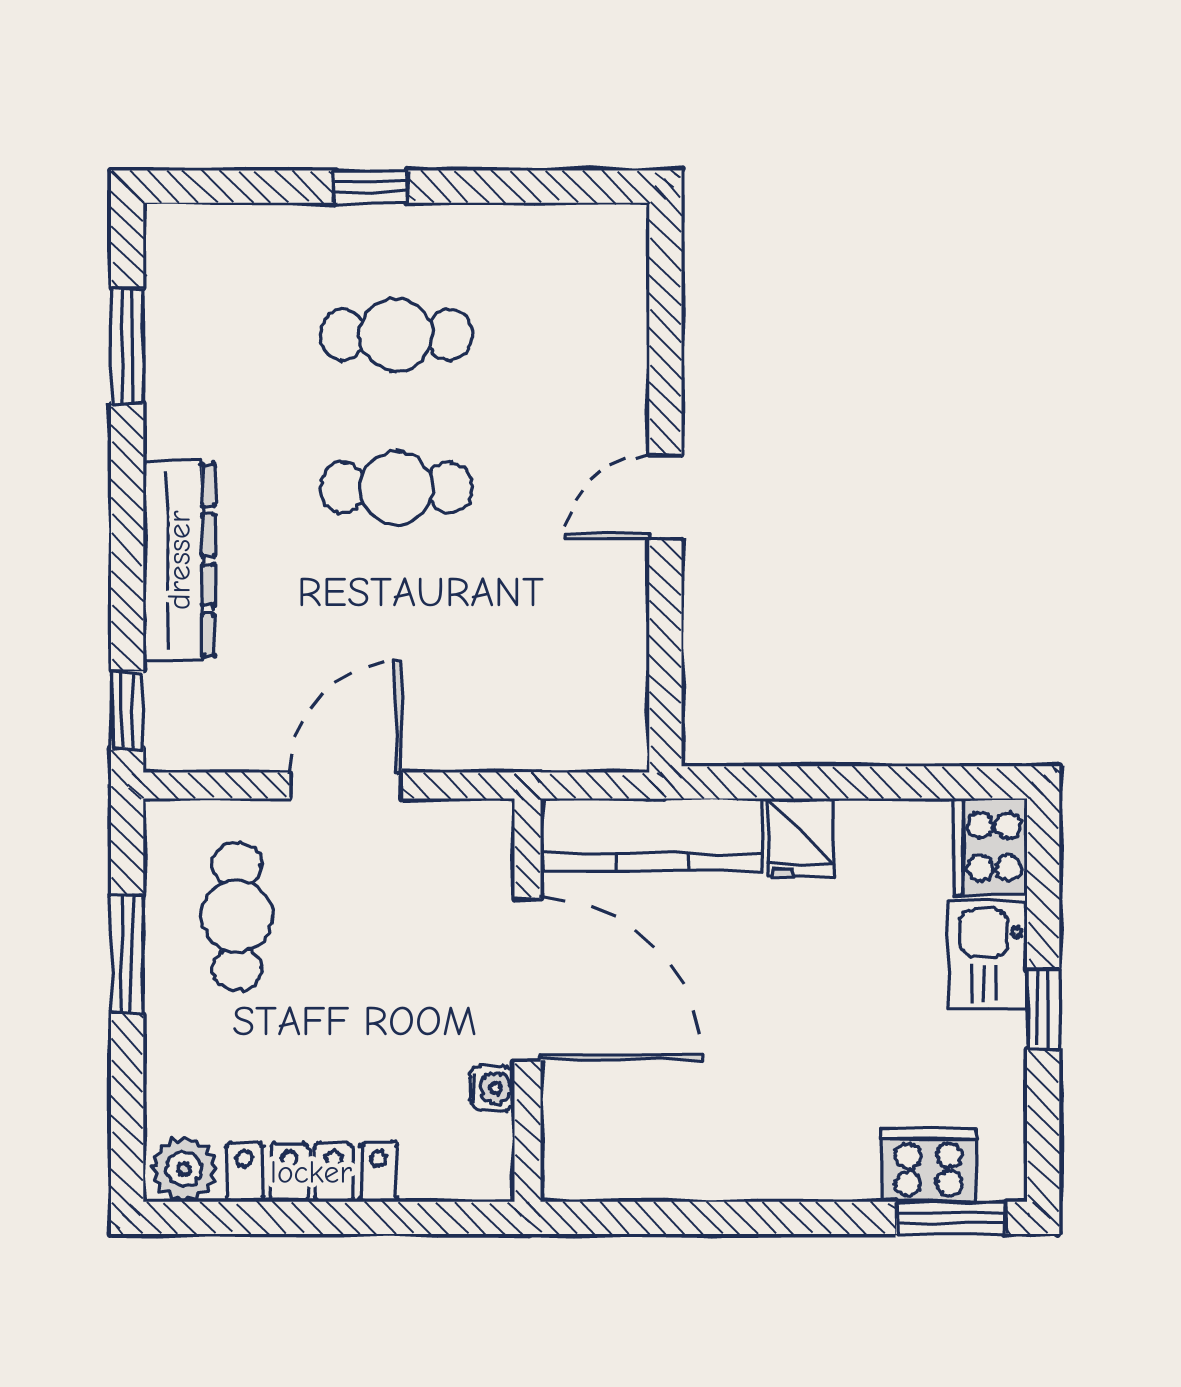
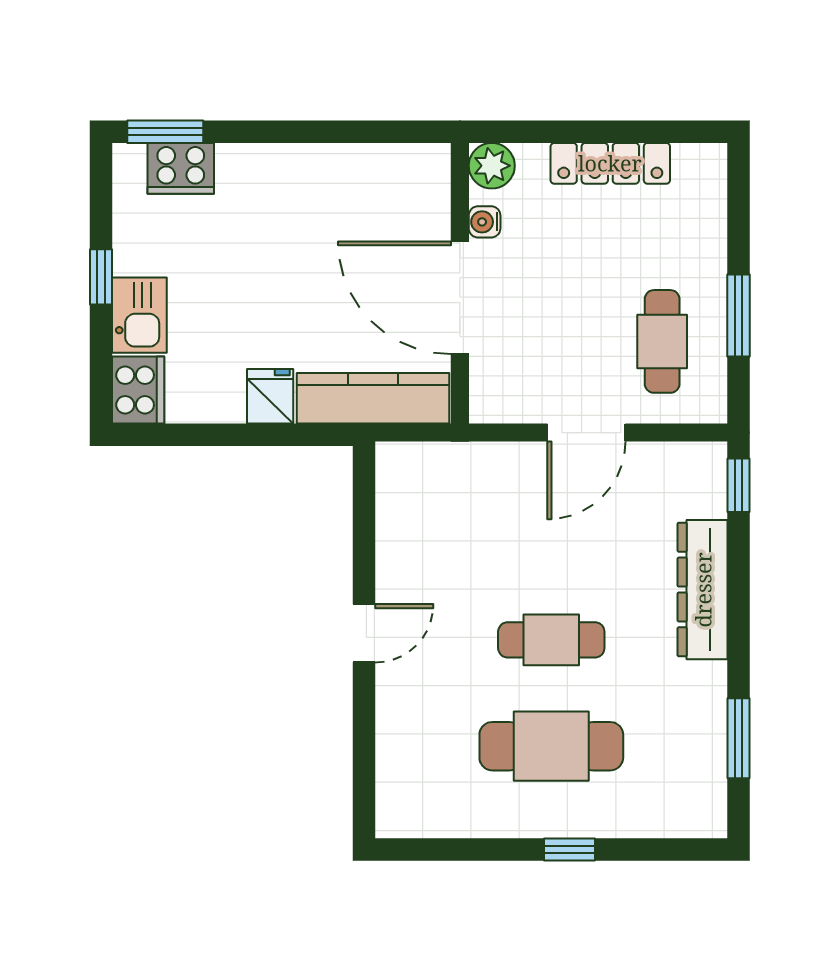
cafe table: (396, 335) -> (551, 746), width x1.37, depth x1.35
plant: (184, 1169) -> (492, 166), moved

